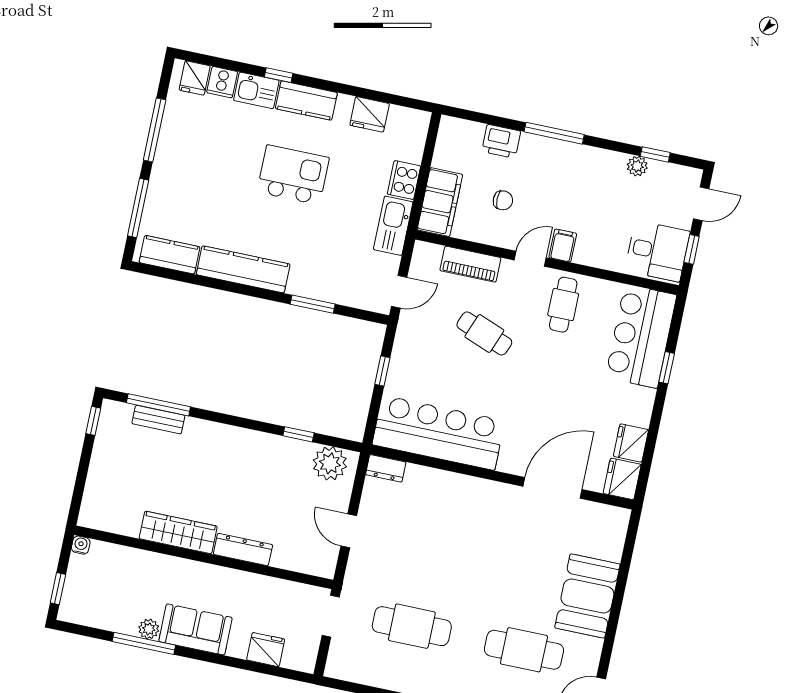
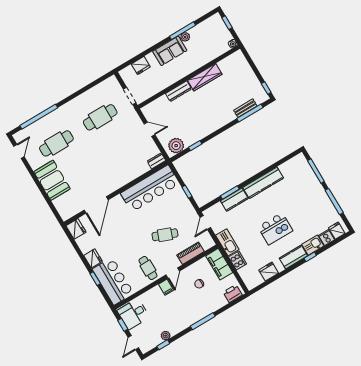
printer: (501, 141) -> (233, 294), moved
kitchen counter: (170, 255) -> (234, 200), moved
fridge: (631, 443) -> (93, 258), moved

